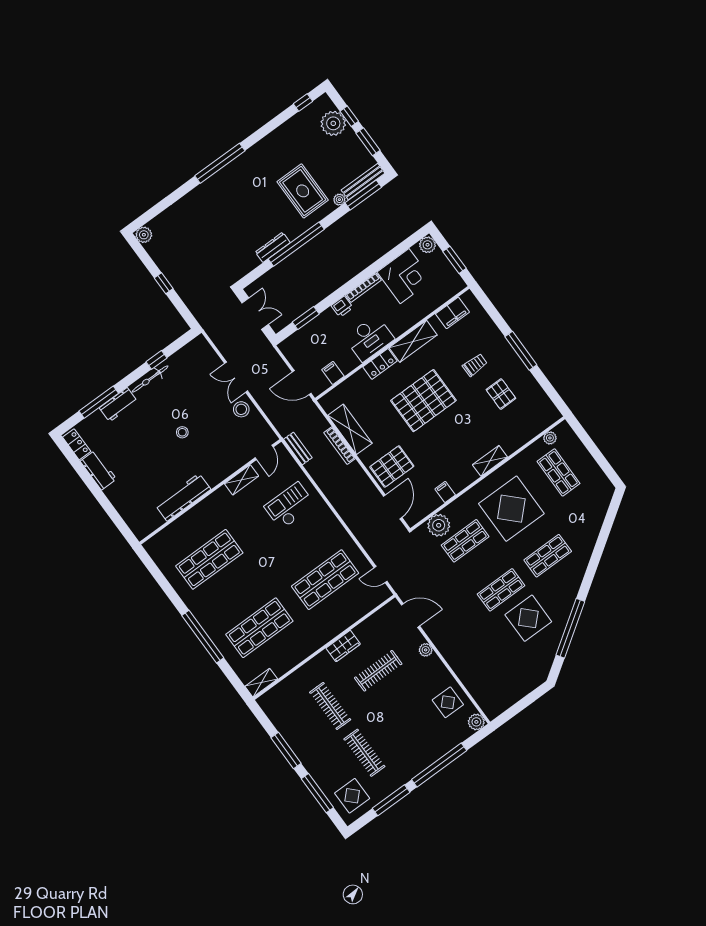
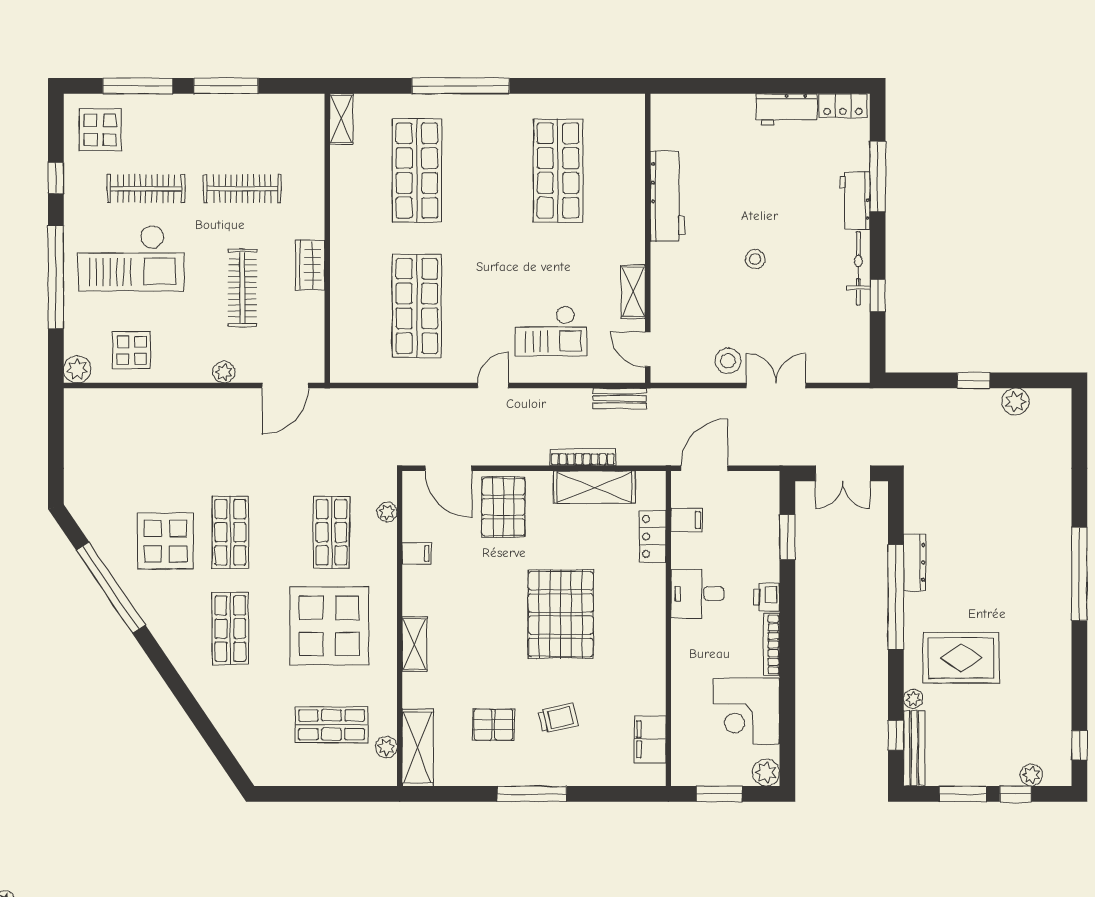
plant: (333, 123) -> (1031, 775), width x0.53, depth x0.53
window: (363, 195) -> (896, 735), width x0.46
plant: (144, 235) -> (1016, 402), moved
desk: (369, 338) -> (697, 594), width x0.73
shelving: (413, 341) -> (418, 747), moved
locker: (380, 364) -> (653, 537), moved
trolley: (475, 365) -> (558, 718), turned -103
checkout: (290, 506) -> (551, 331), turned 90
plant: (439, 525) -> (387, 512), width x0.53, depth x0.53
door: (381, 575) -> (493, 386), moved
checkout: (403, 735) -> (131, 258), added
window: (391, 800) -> (56, 178), width x0.46

